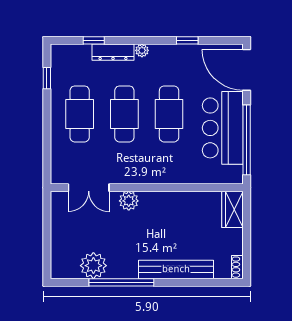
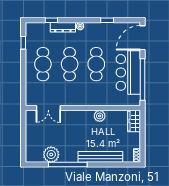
door: (247, 70) -> (143, 38), hinge flipped
plant: (129, 201) -> (100, 116), moved

